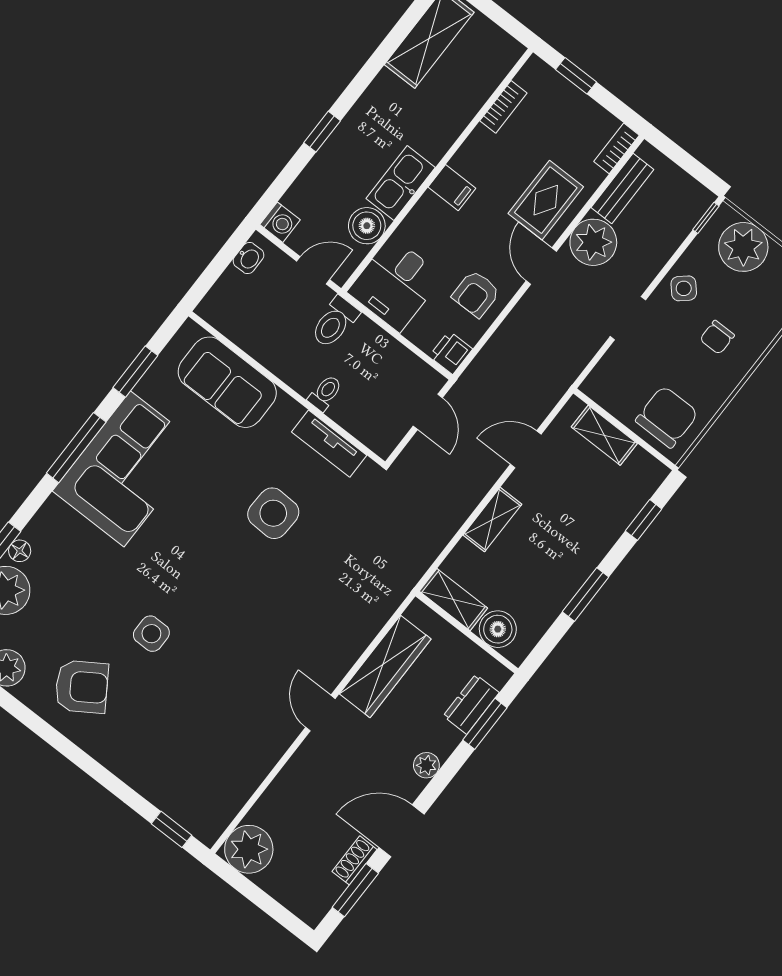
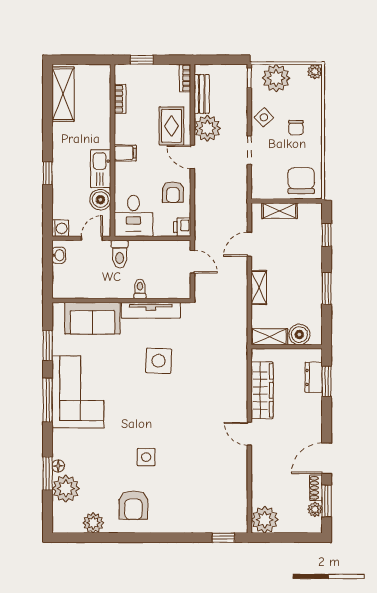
tv unit: (329, 444) -> (151, 310), width x1.41
armchair: (82, 687) -> (133, 505), turned 123
plant: (426, 765) -> (315, 509), moved

